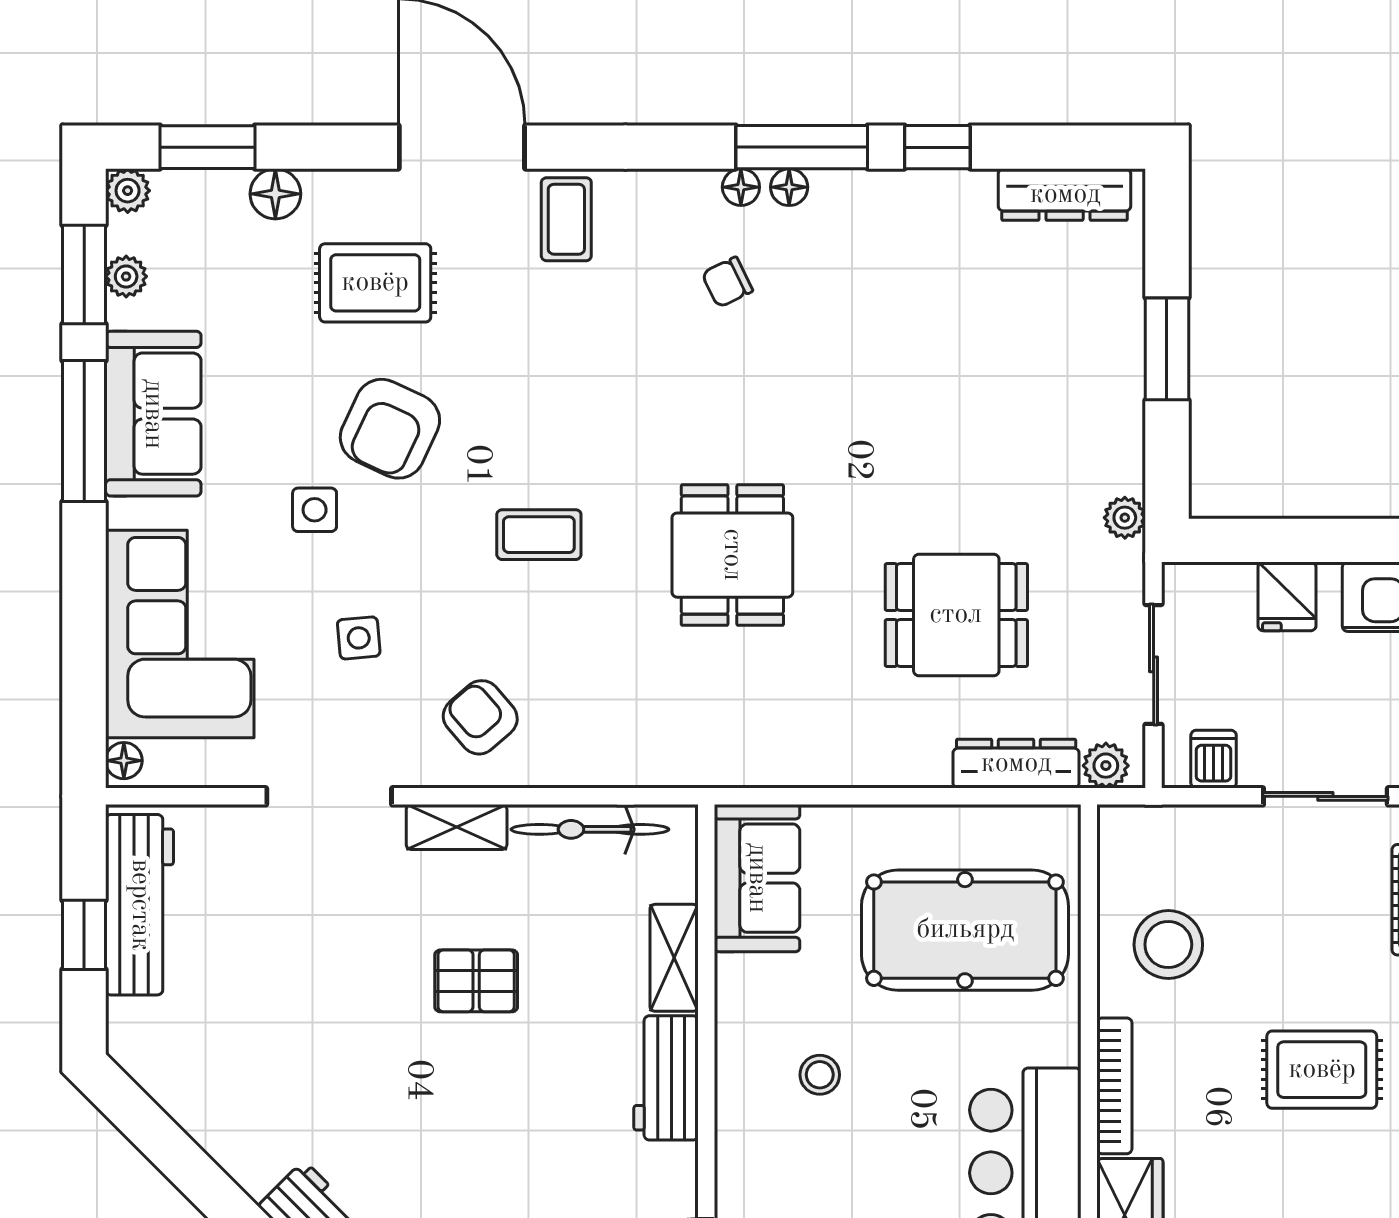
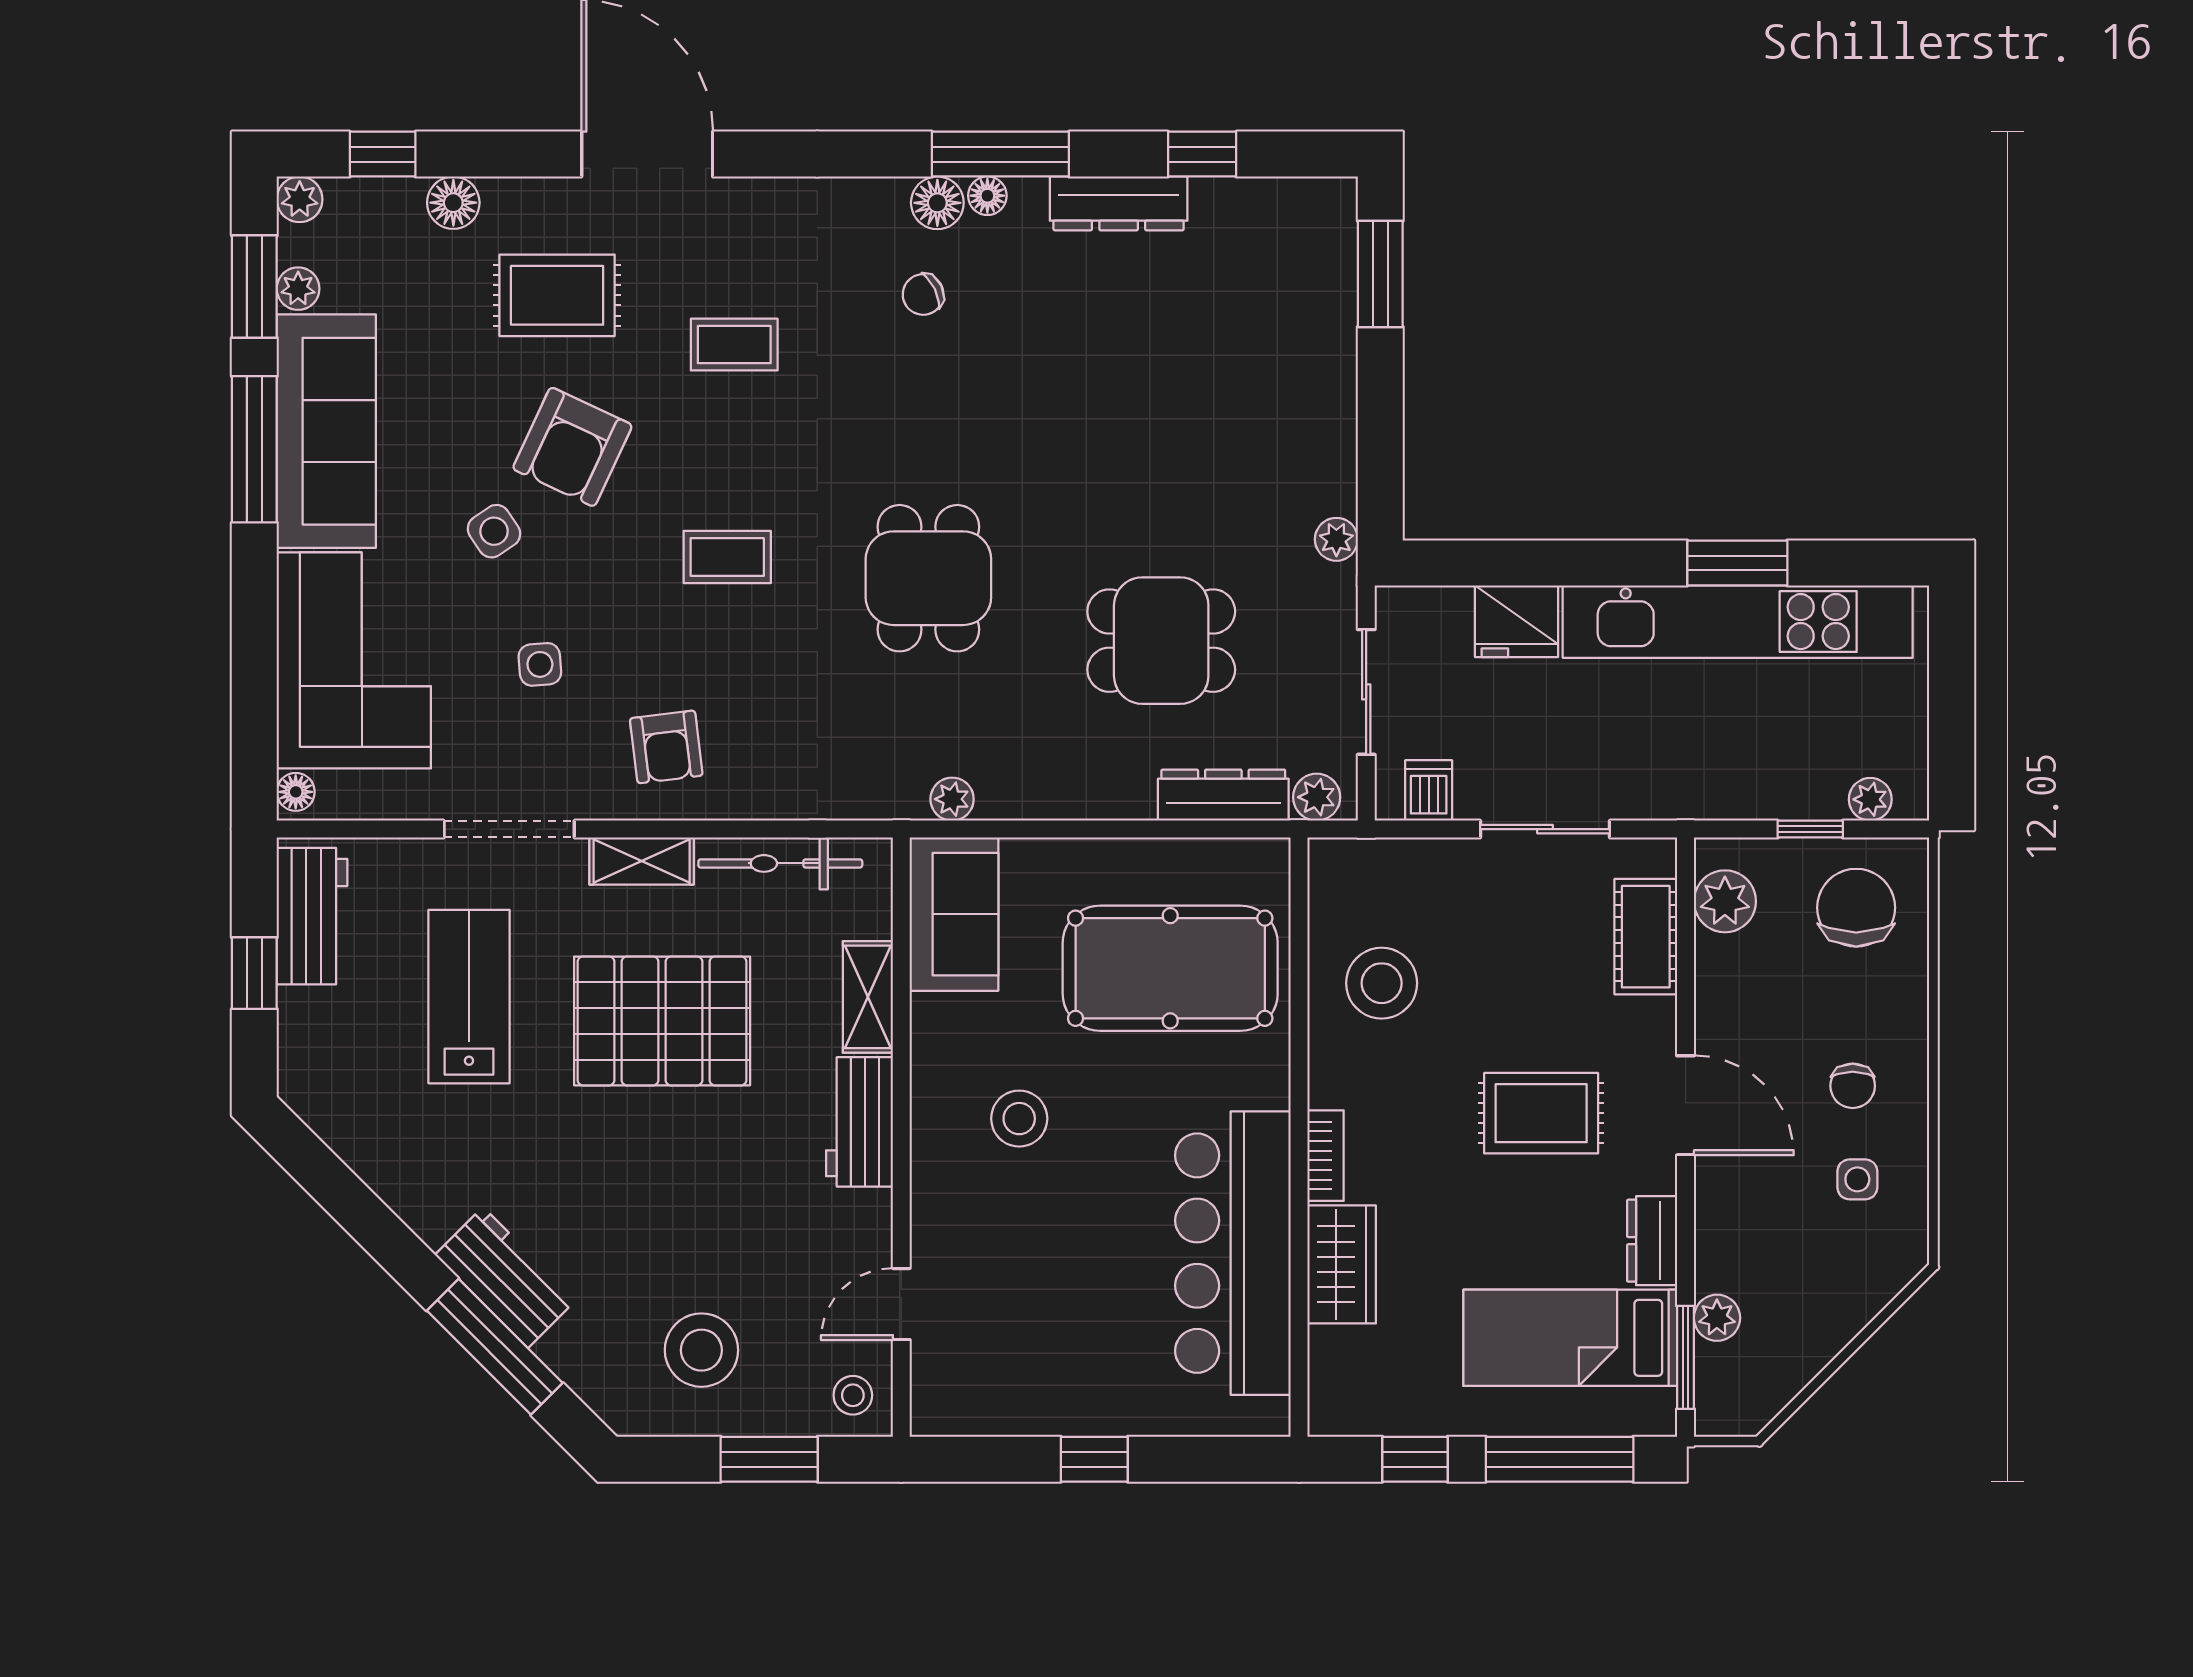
window: (207, 147) -> (383, 154), width x0.67
window: (937, 147) -> (1202, 154), moved
floor lamp: (741, 187) -> (937, 203), width x1.37, depth x1.37
dresser: (1065, 195) -> (1119, 203), moved
coffee table: (566, 219) -> (734, 345), moved, turned 90
window: (1167, 349) -> (1380, 274), moved
sofa: (153, 414) -> (326, 431), width x1.36
side table: (315, 510) -> (494, 531), turned -34
fridge: (1287, 596) -> (1517, 621), width x1.38
armchair: (480, 717) -> (666, 747), turned -146
plant: (755, 767) -> (952, 799), added
workbench: (140, 905) -> (312, 916), width x0.73
lab bench: (290, 957) -> (469, 997), added
pallet: (476, 981) -> (662, 1021), width x2.05, depth x2.00
stool: (820, 1075) -> (1019, 1119), width x1.37, depth x1.37
bookcase: (1114, 1086) -> (1326, 1156), width x0.64

